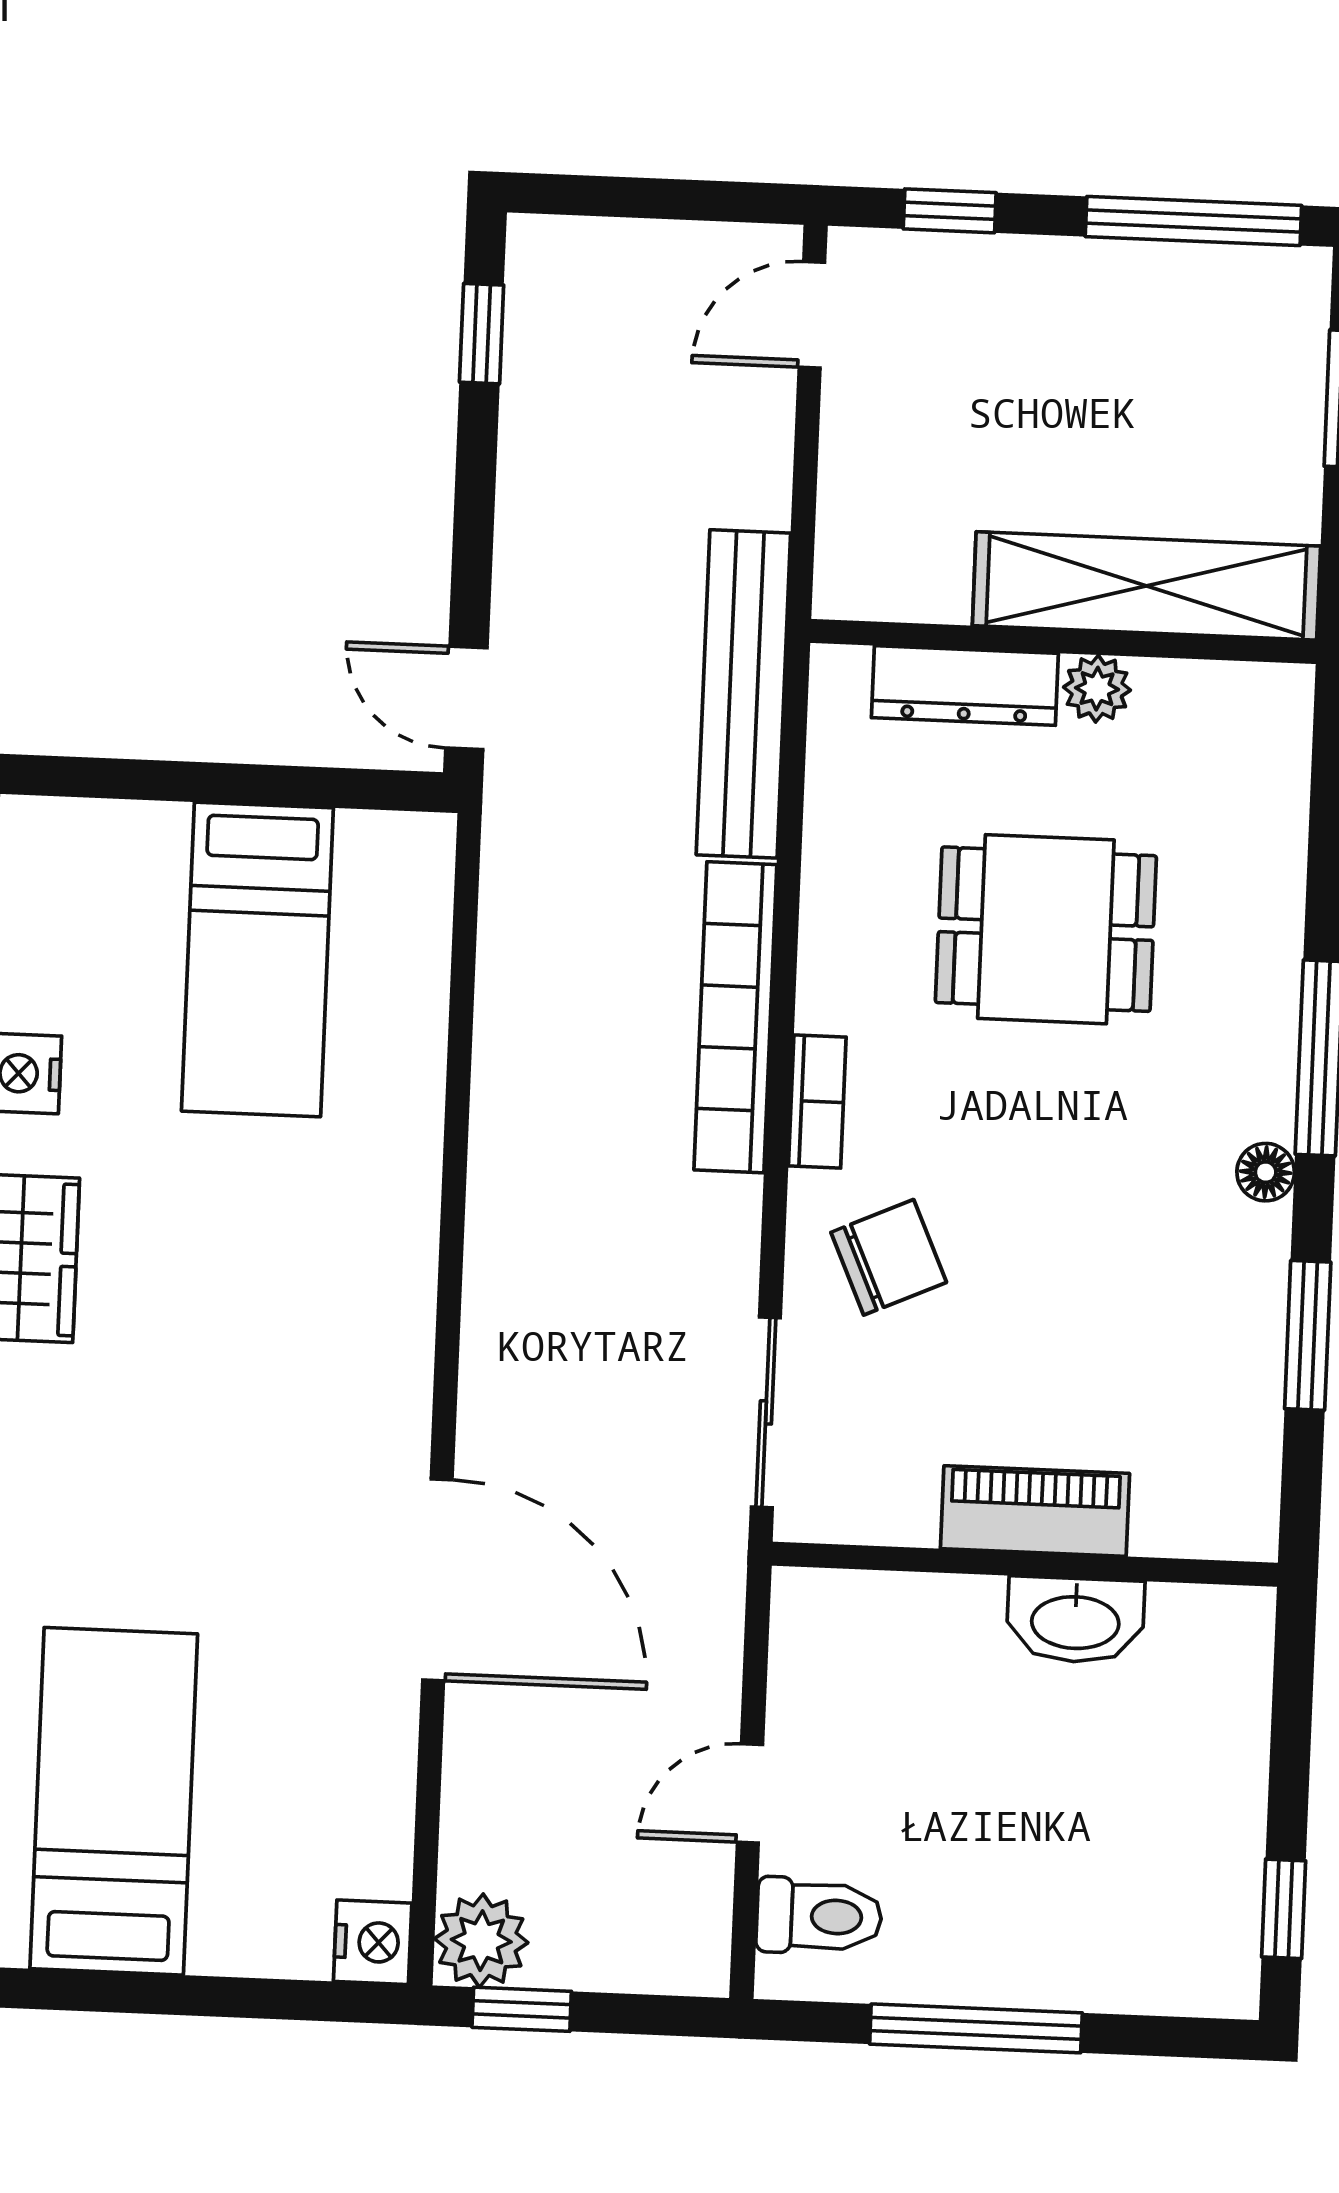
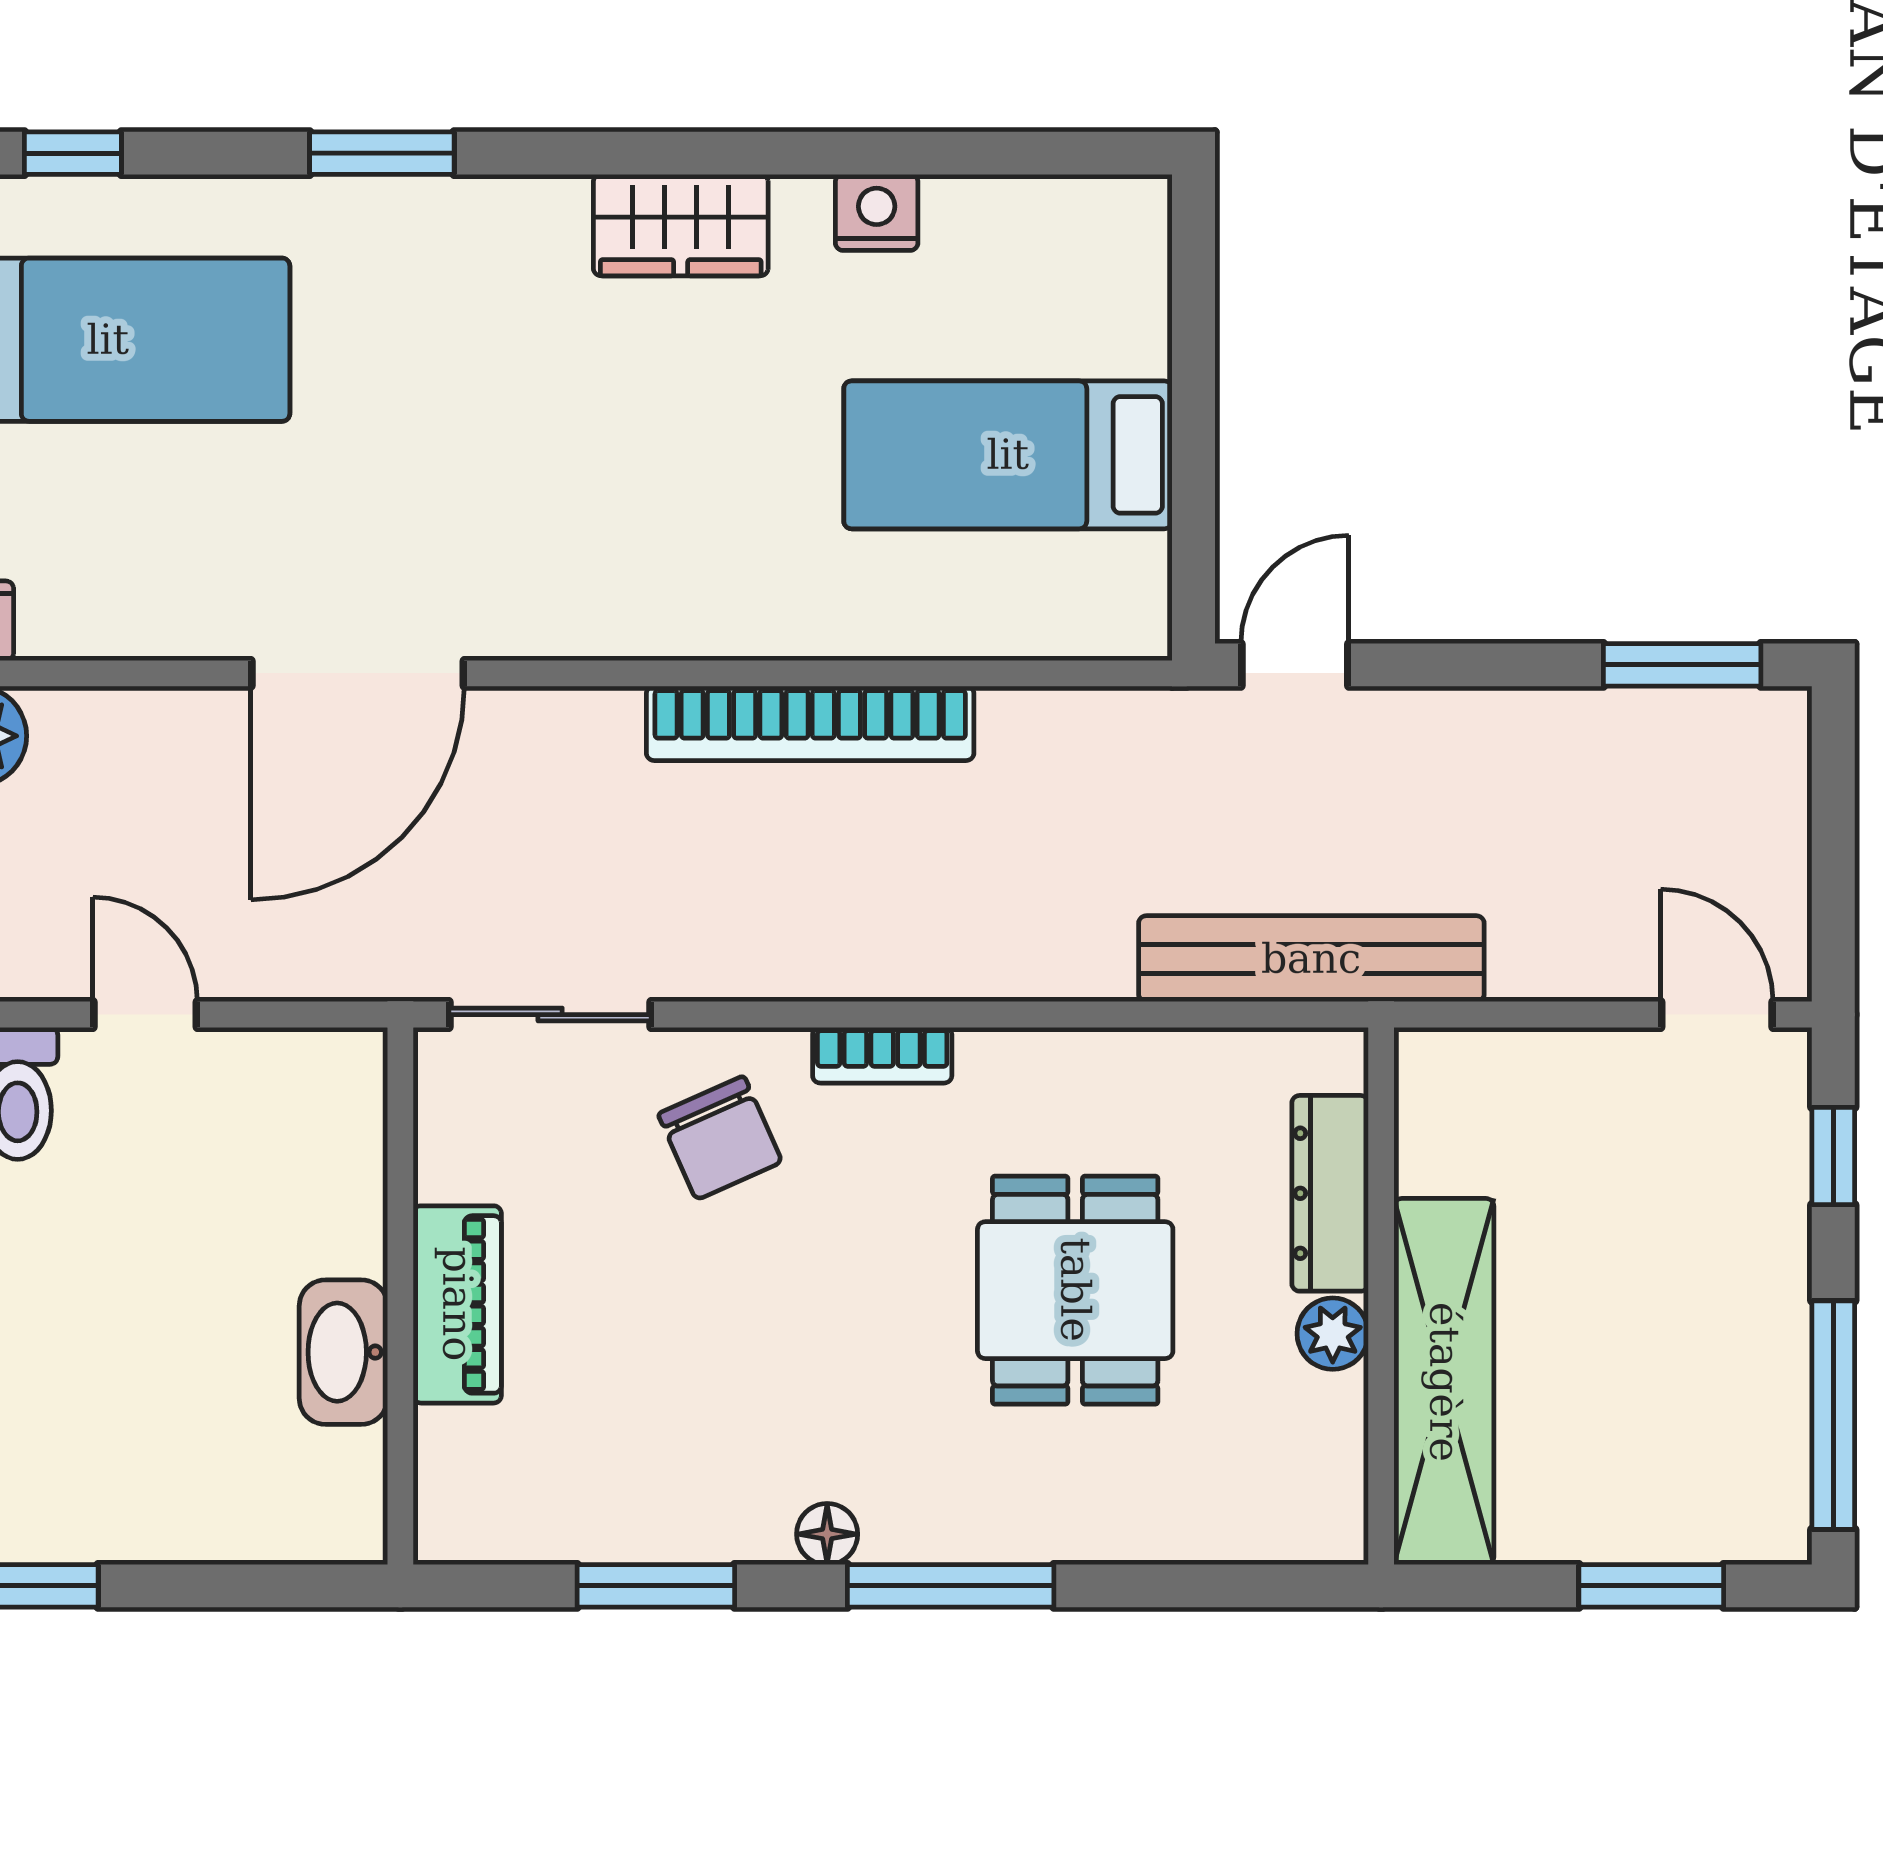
window: (482, 334) -> (1682, 665), width x1.50
bookcase: (735, 1017) -> (810, 723), moved, turned 180

